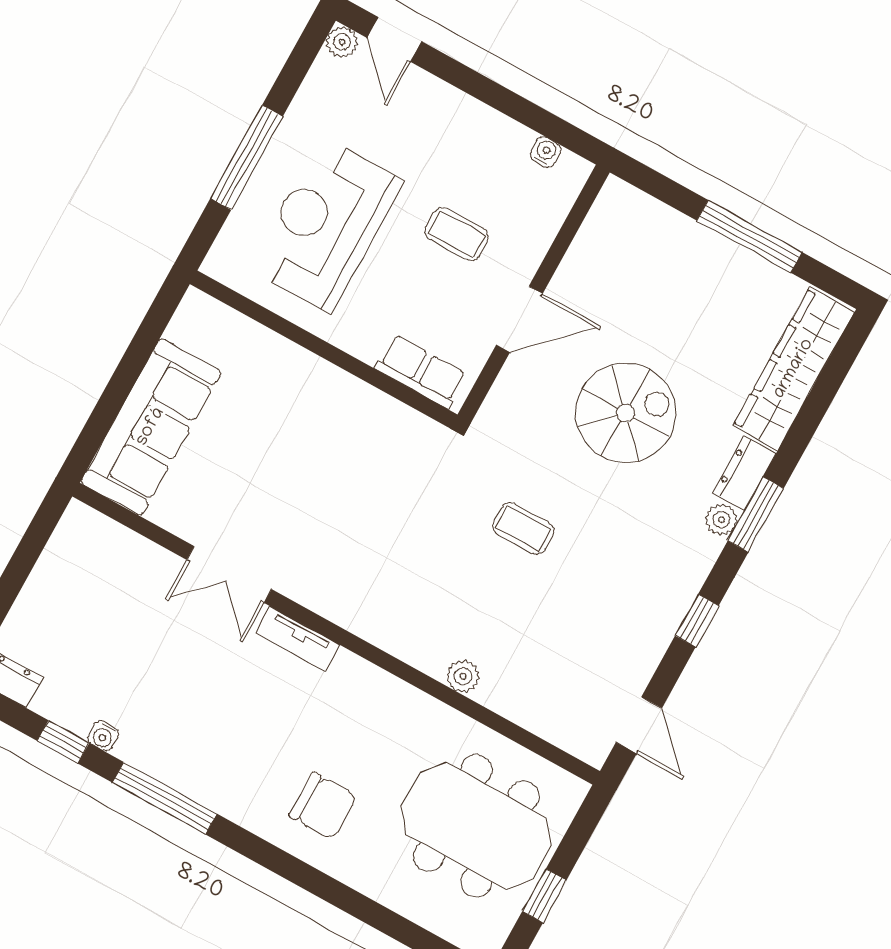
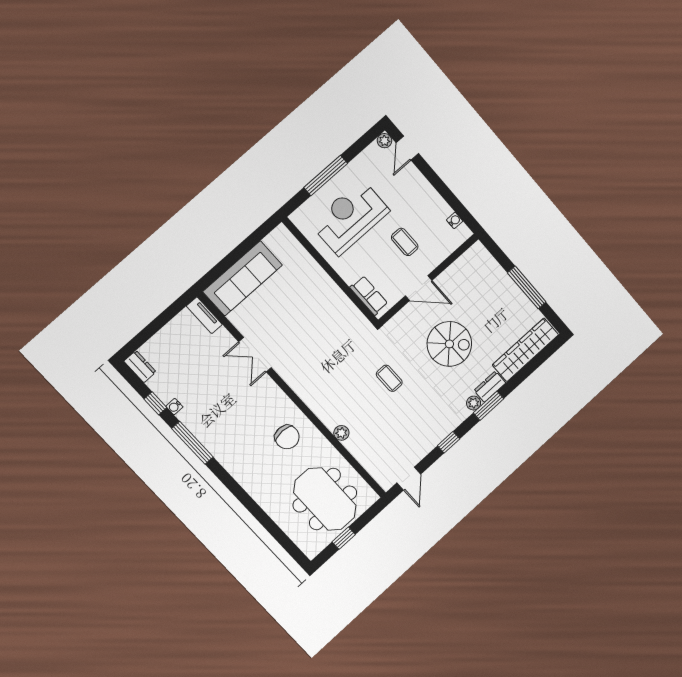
tv unit: (298, 639) -> (204, 315), moved
chair: (323, 806) -> (287, 437), moved

